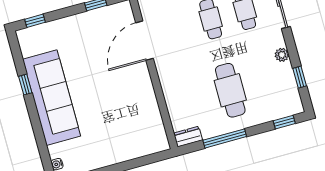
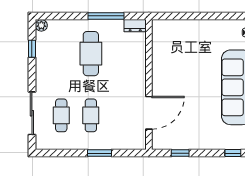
plant: (282, 55) -> (41, 25), moved
window: (284, 122) -> (54, 16), removed

